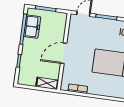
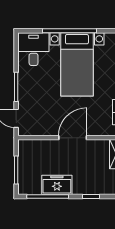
freezer: (32, 27) -> (57, 185), moved
door: (64, 53) -> (73, 138), swing flipped

